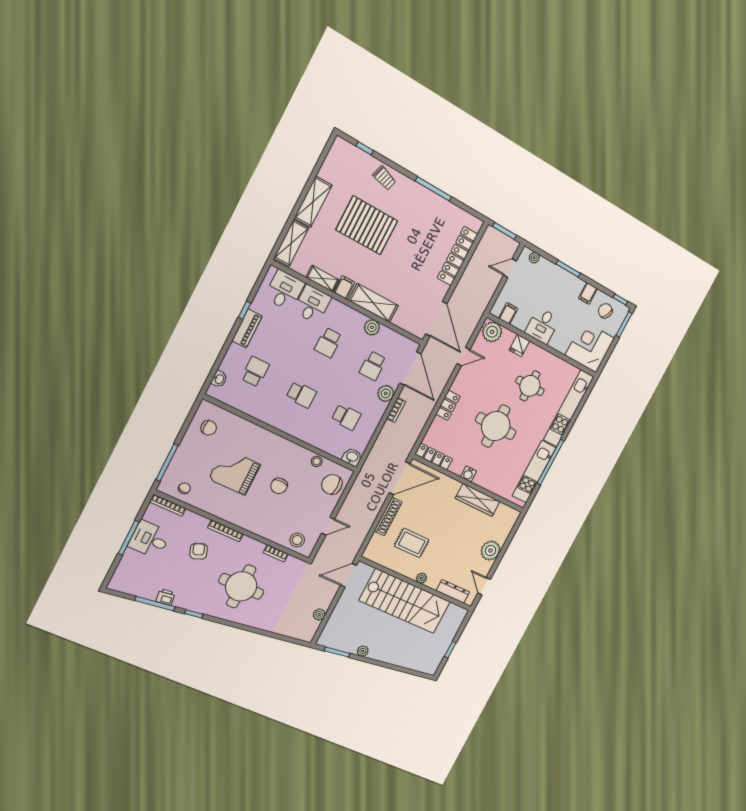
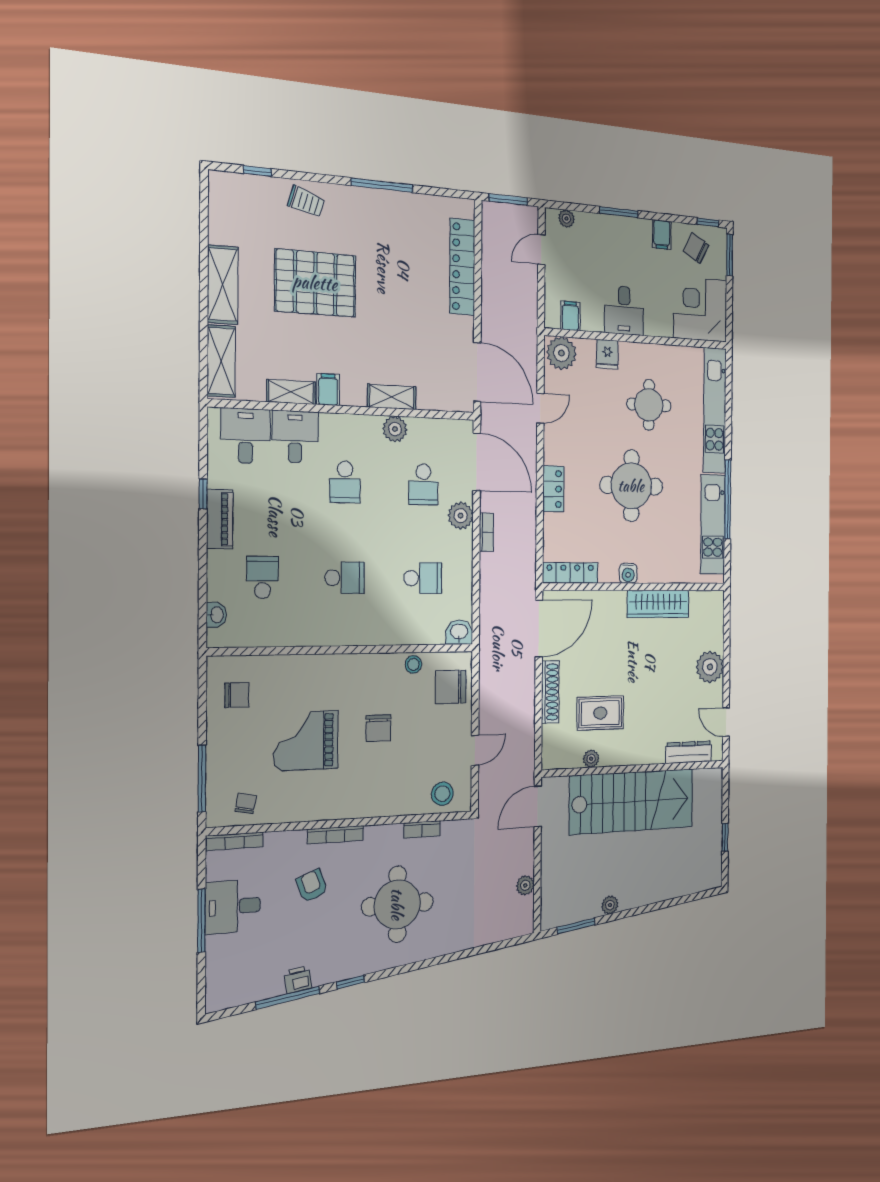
shelving: (373, 303) -> (392, 397), width x0.67, depth x0.75
plant: (421, 578) -> (591, 759), moved

